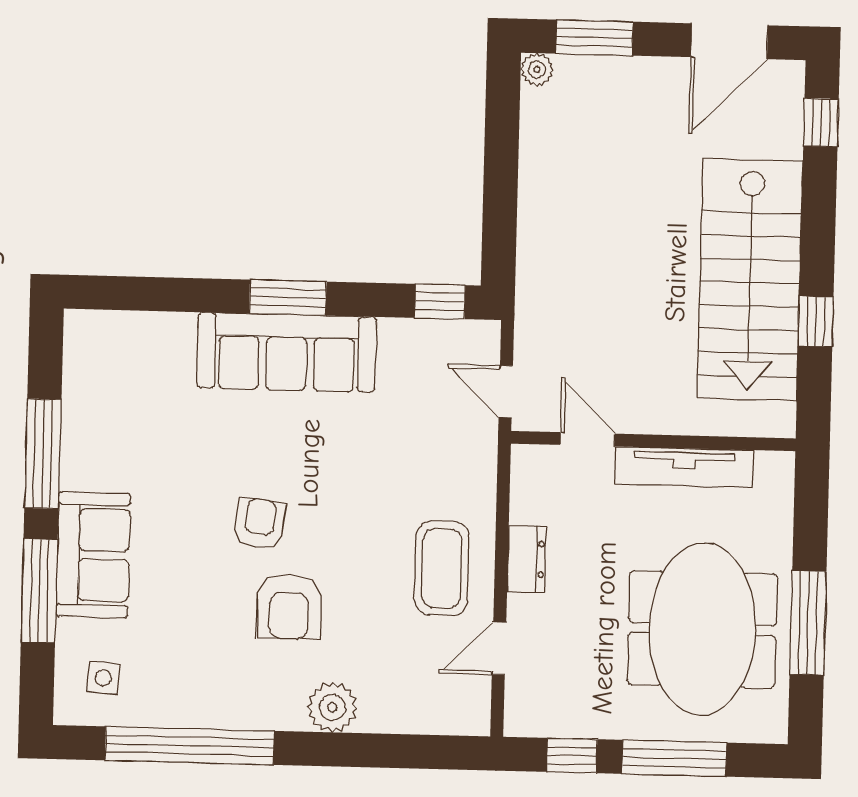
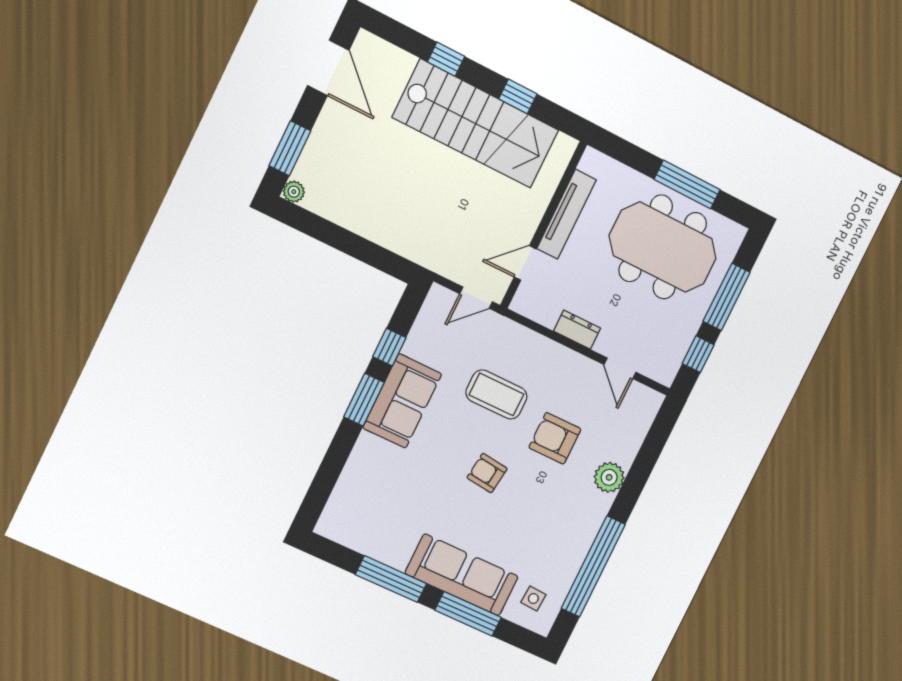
window: (821, 122) -> (446, 59), moved
window: (440, 301) -> (389, 347), moved
sofa: (287, 352) -> (402, 401), width x0.73
sofa: (93, 555) -> (462, 575), width x1.36
coffee table: (442, 568) -> (496, 394), moved
armchair: (289, 607) -> (555, 438), moved, turned 180

